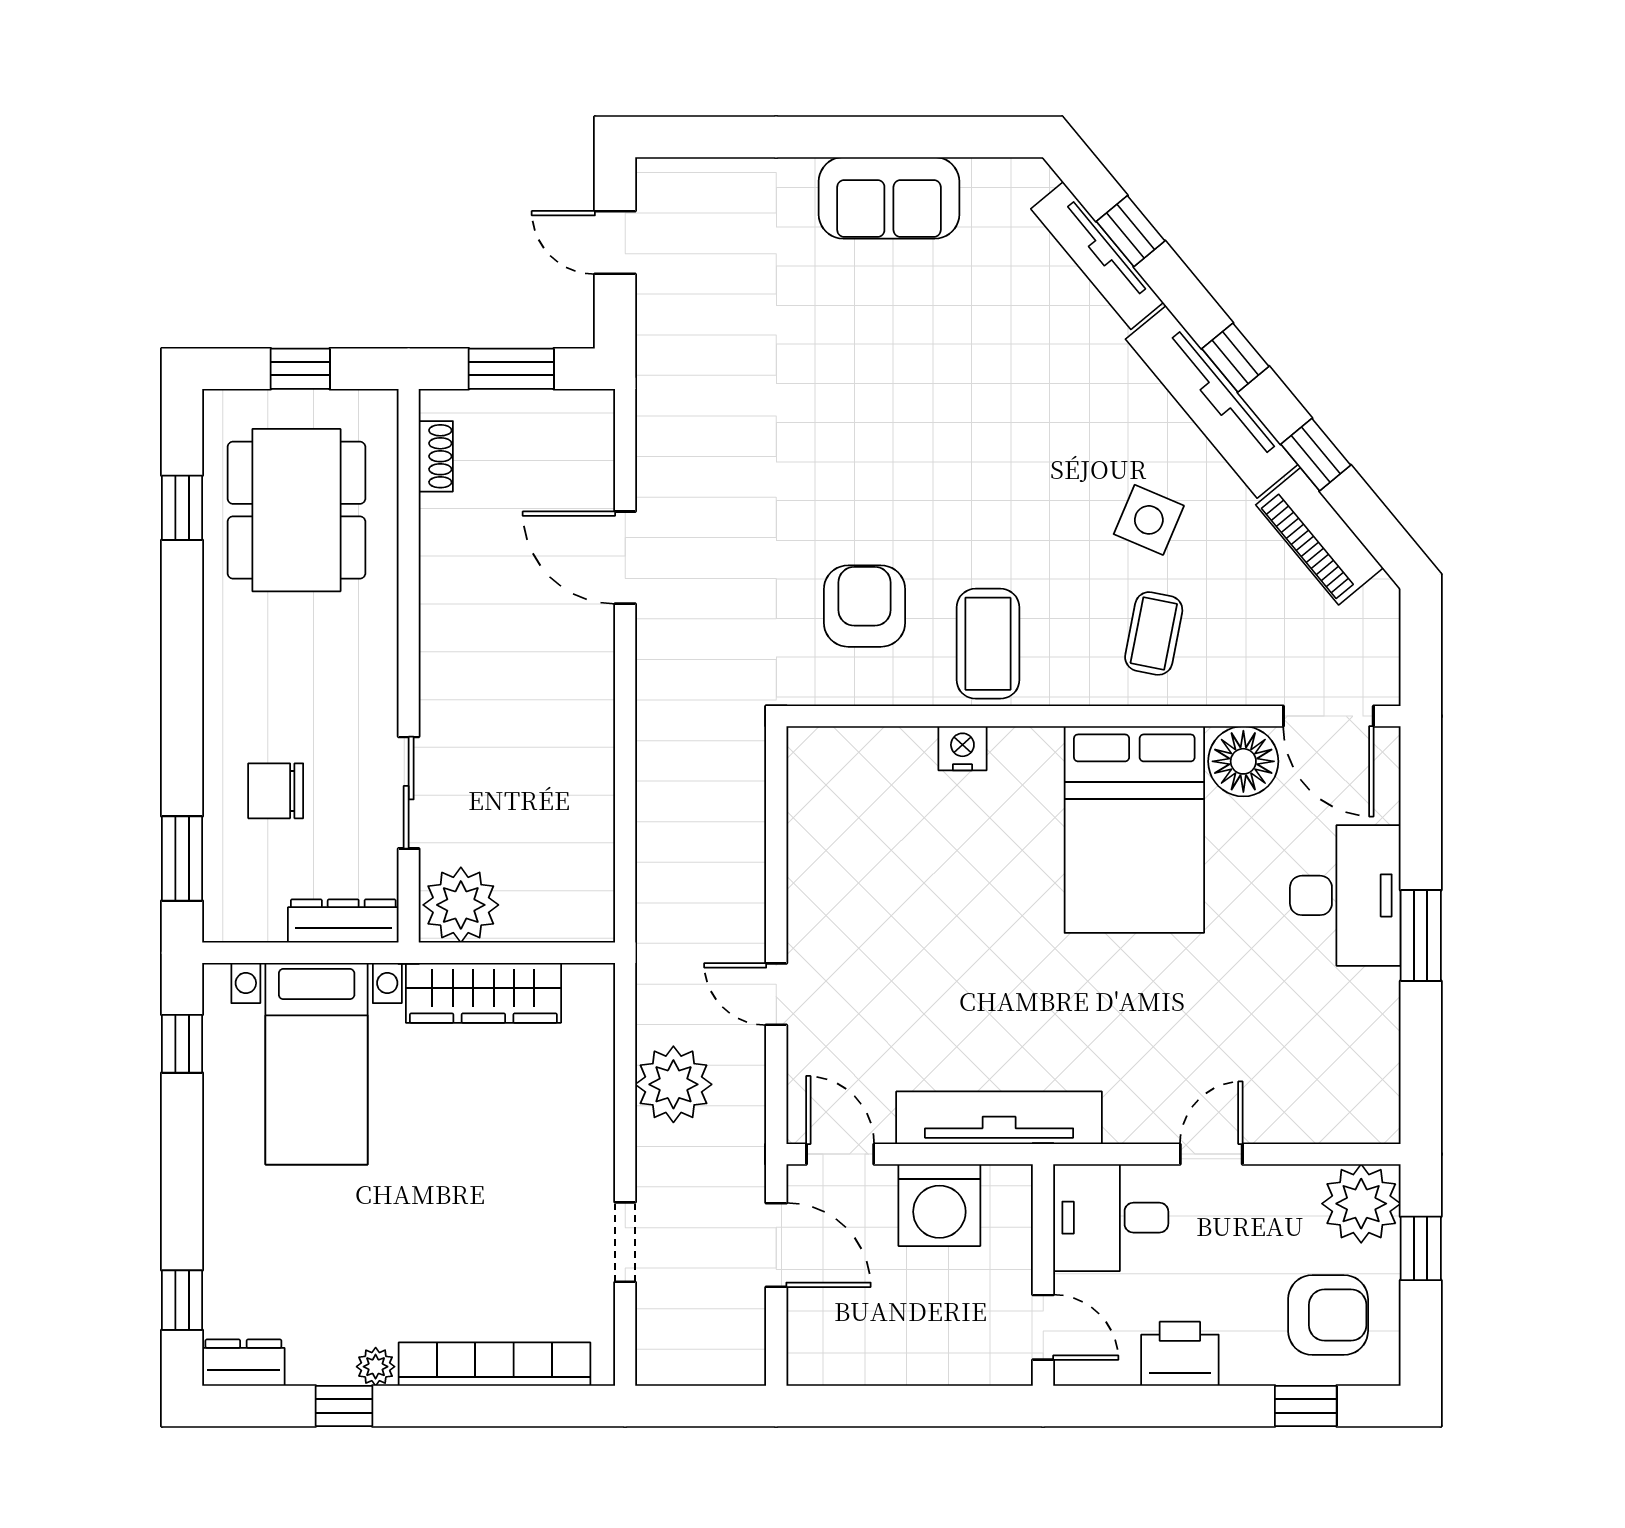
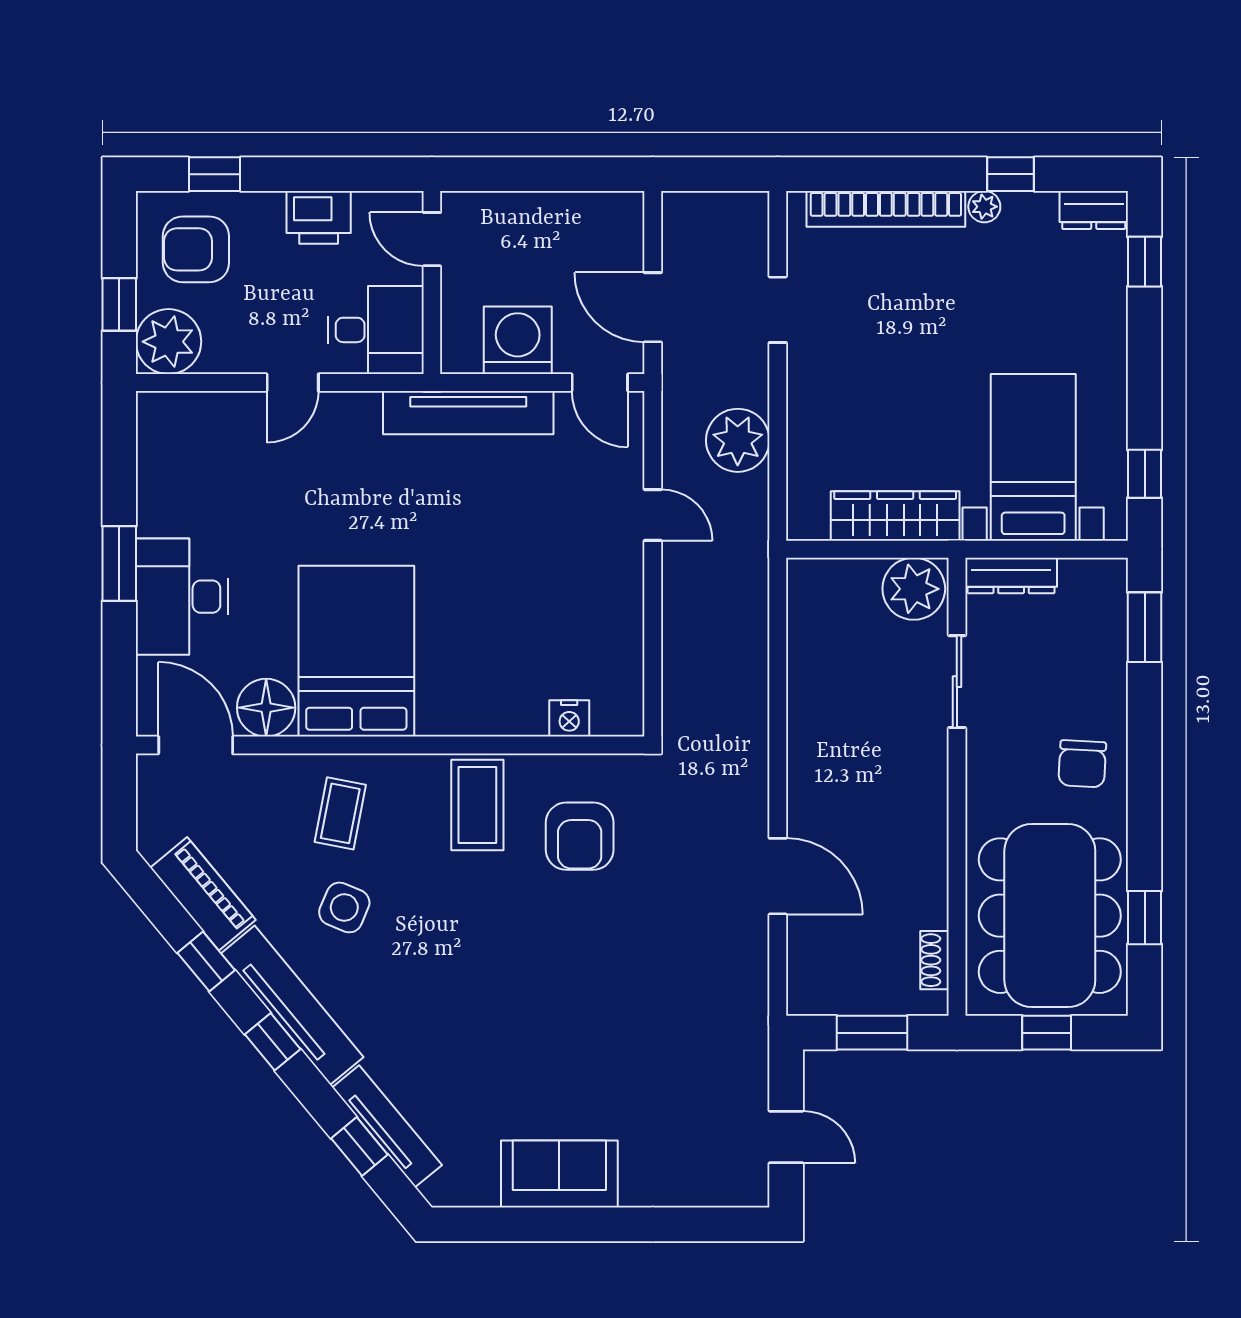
dining table: (296, 510) -> (1050, 916), width x1.36, depth x1.24
nightstand: (962, 748) -> (569, 718), moved
chair: (276, 791) -> (1082, 764), moved, turned 93

